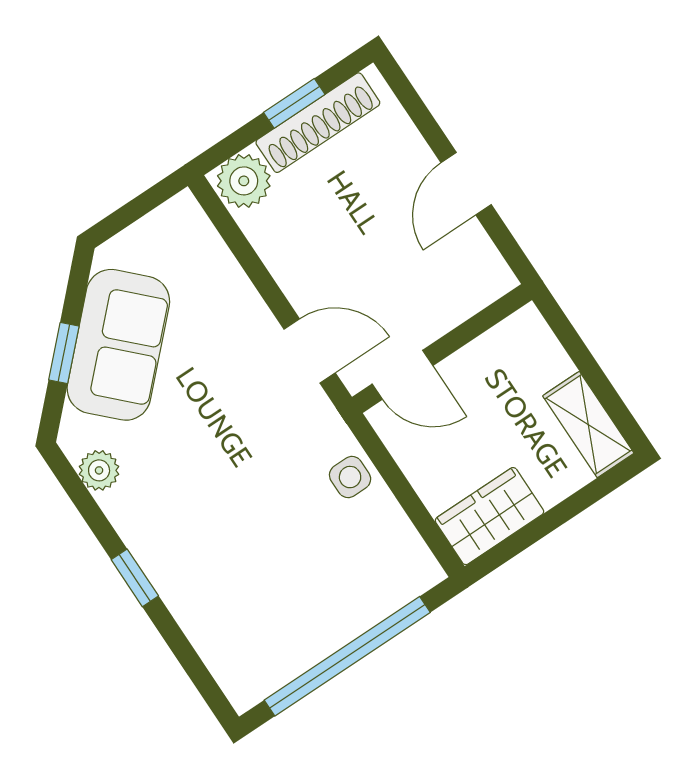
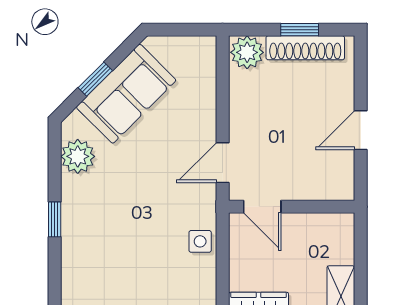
door: (310, 351) -> (223, 163), swing flipped
plant: (99, 470) -> (78, 156), width x1.38, depth x1.38

